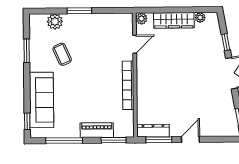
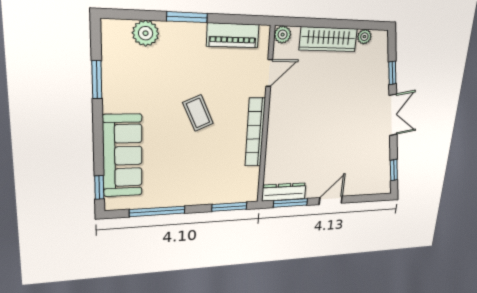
coffee table: (62, 54) -> (198, 113), moved
piano: (97, 130) -> (233, 35), moved, turned 180

